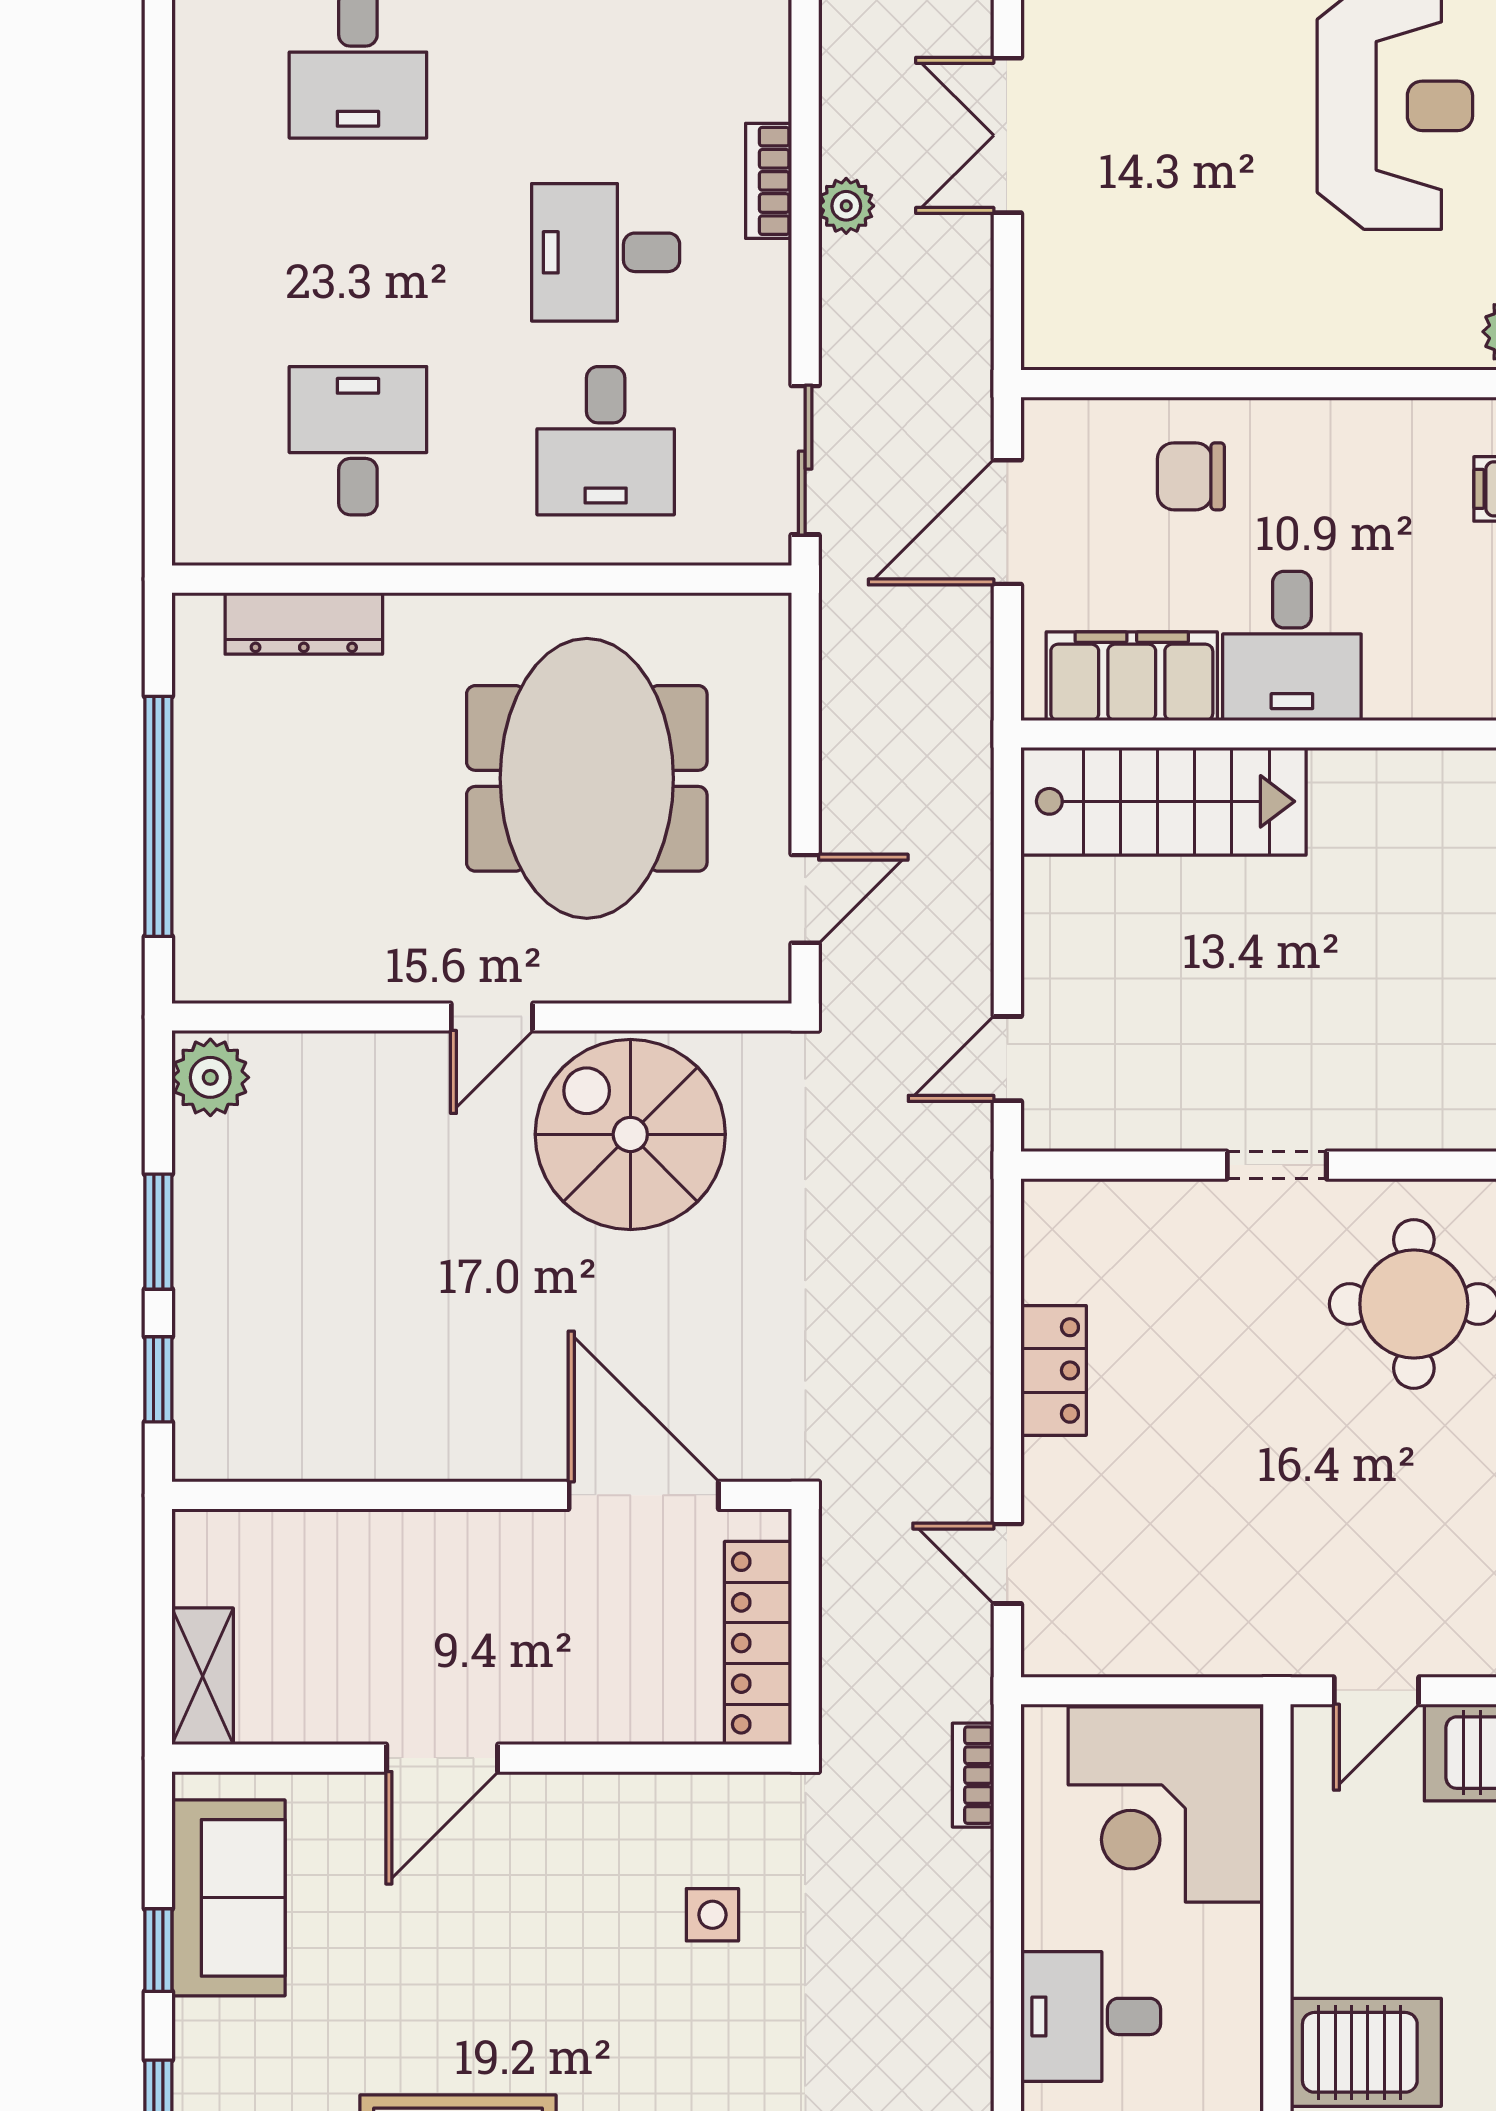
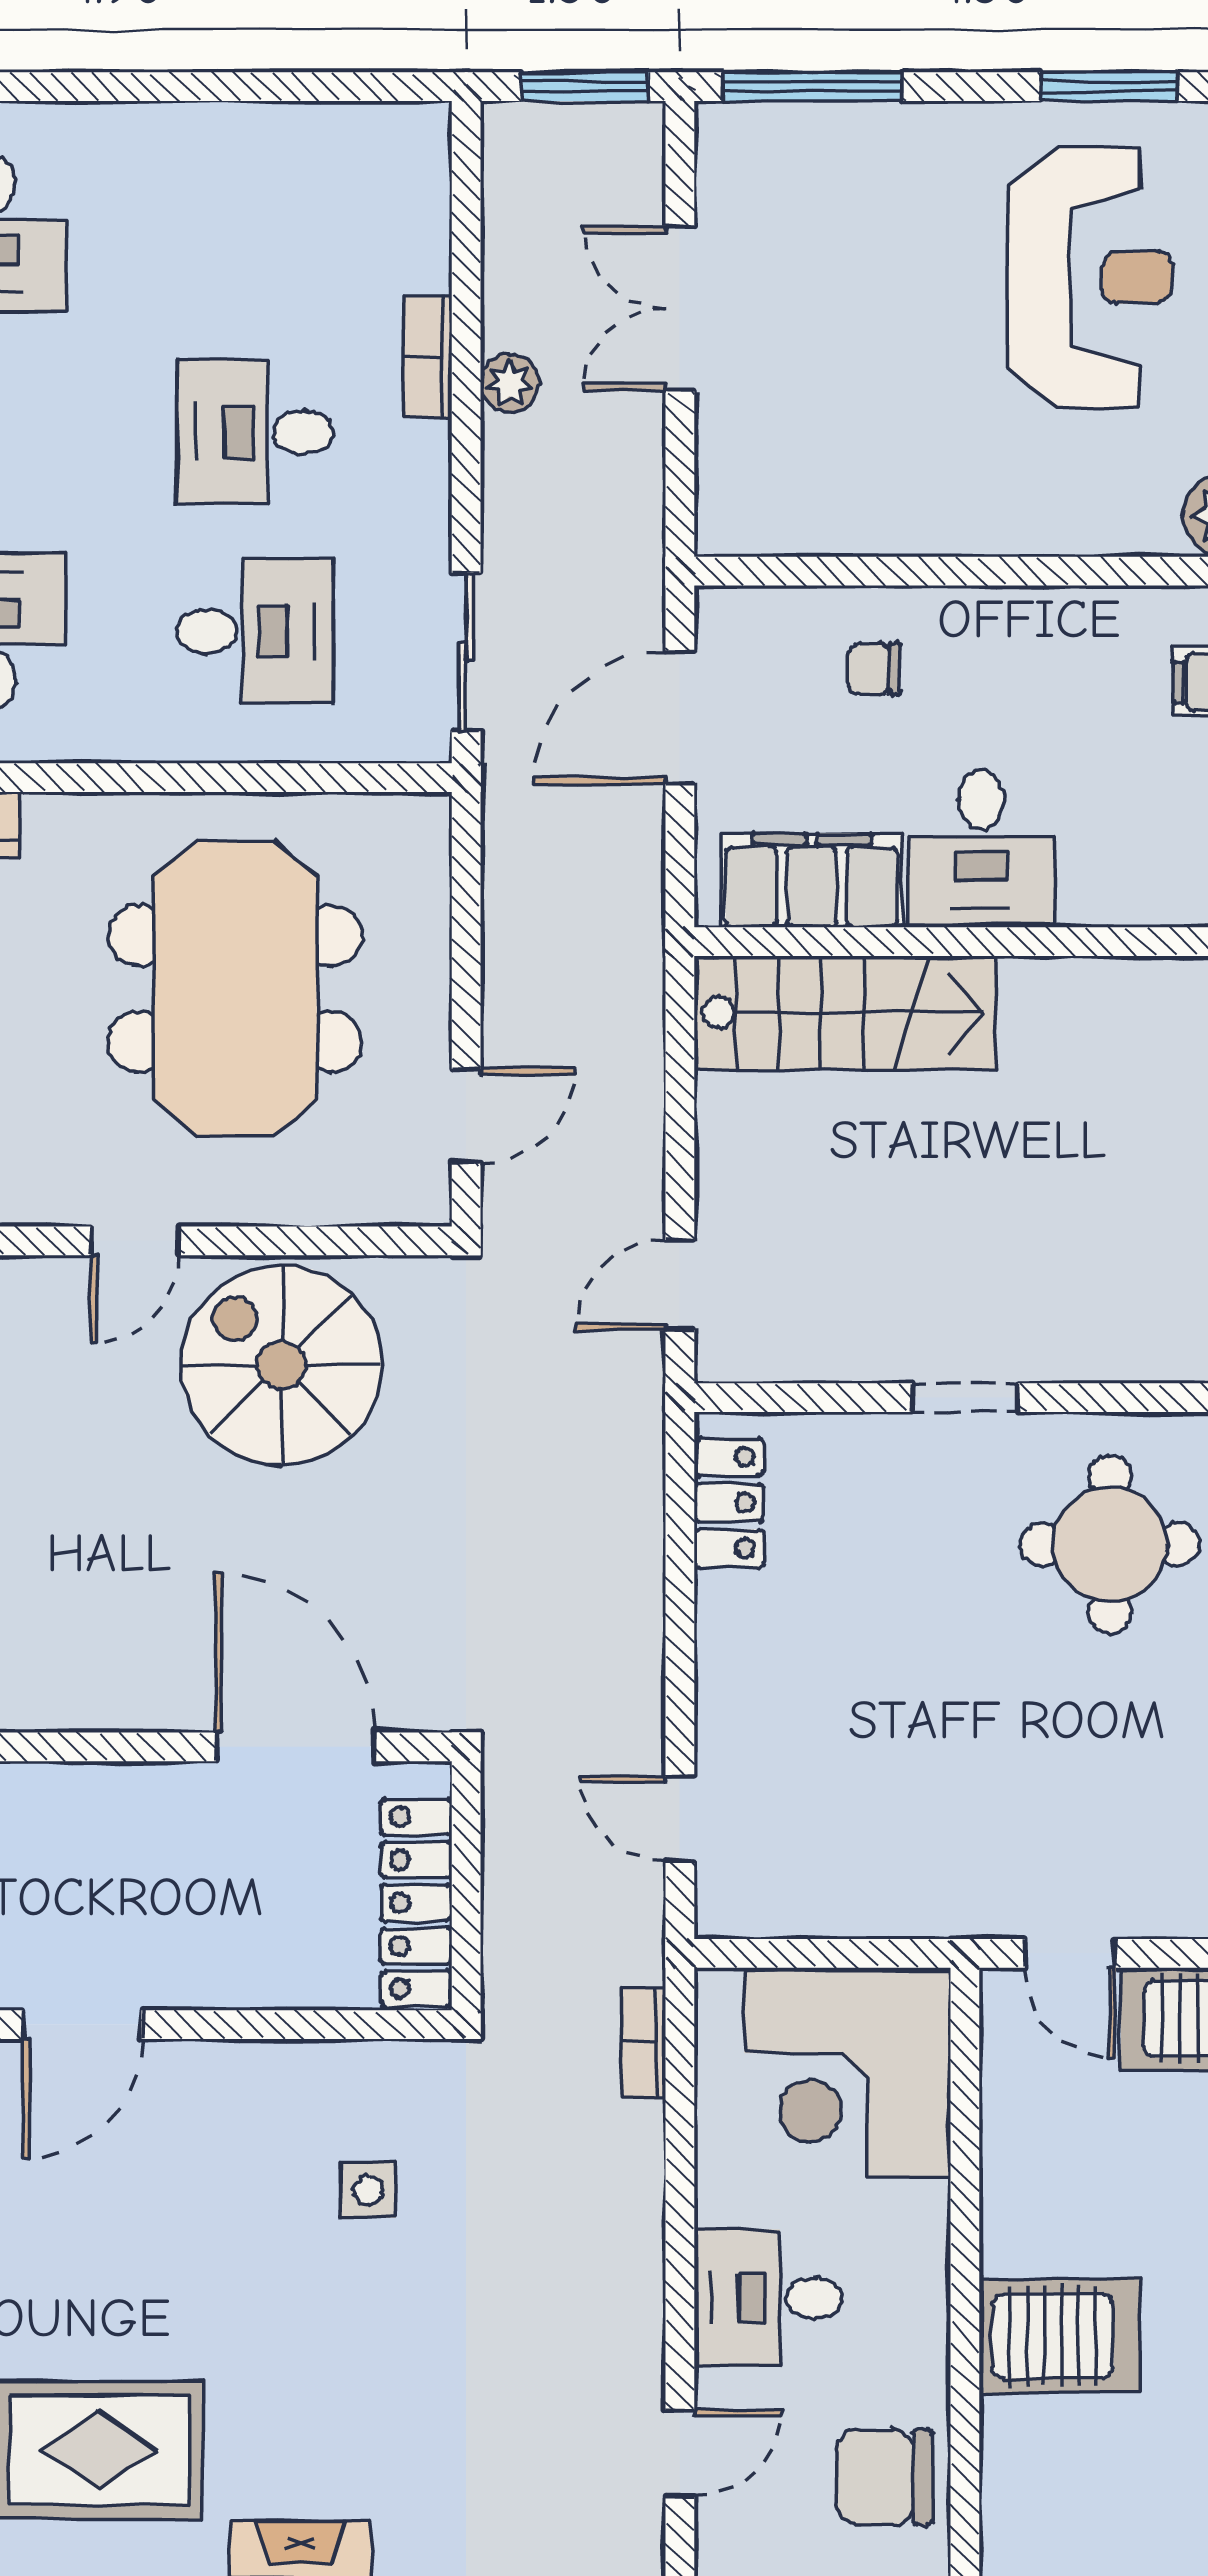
desk: (606, 441) -> (255, 631), turned -90
chair: (1191, 476) -> (874, 669), width x0.73, depth x0.73
locker: (1054, 1370) -> (729, 1503), moved
door: (1376, 1691) -> (1070, 1953), hinge flipped

